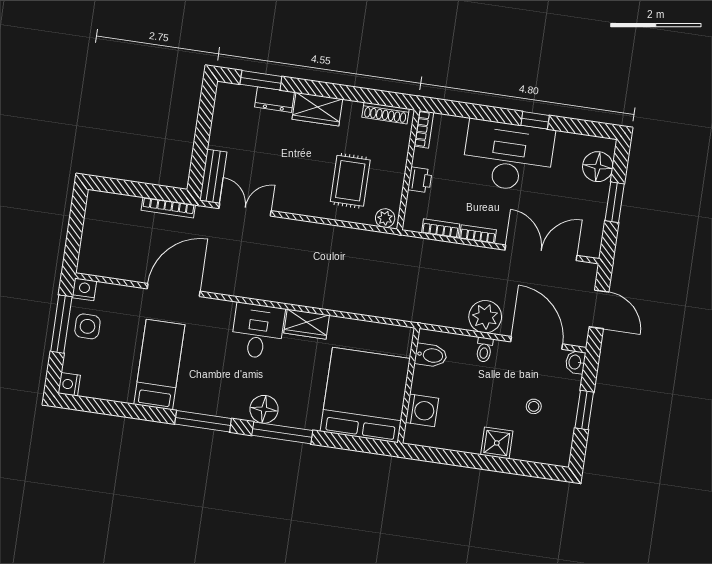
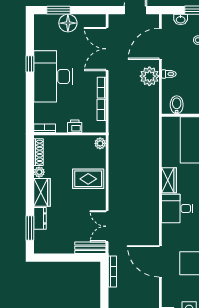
plant: (352, 109) -> (39, 172), added
floor lamp: (598, 167) -> (68, 23), moved
rug: (350, 181) -> (88, 179), moved
window: (615, 202) -> (58, 10), moved
washbasin: (575, 362) -> (181, 19), moved

